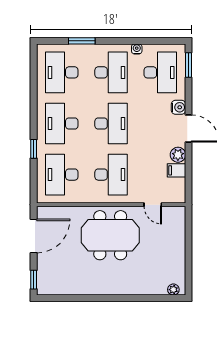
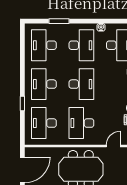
desk: (111, 175) -> (81, 123), turned 180
door: (153, 205) -> (113, 146), swing flipped

